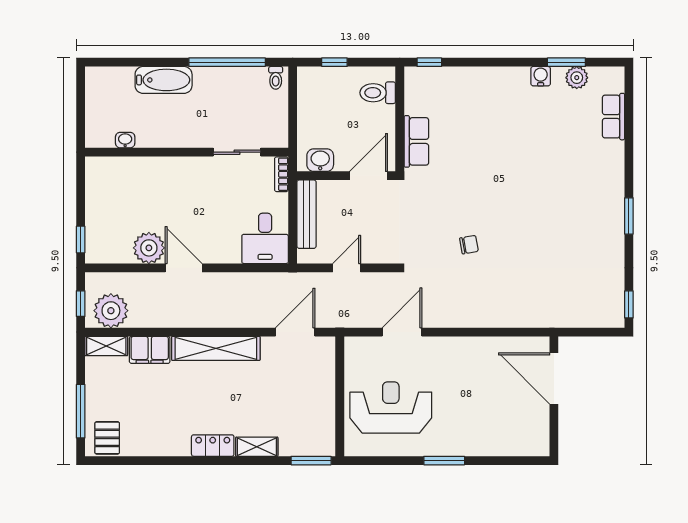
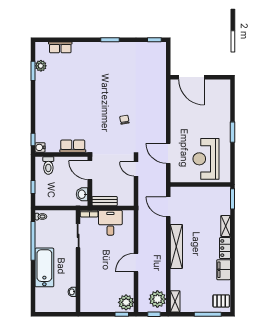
water cooler: (541, 76) -> (40, 147), moved
bathtub: (164, 80) -> (44, 267), width x1.36, depth x1.36
bench: (307, 214) -> (105, 201), width x0.73
desk: (265, 238) -> (110, 223), moved, turned -90
plant: (149, 248) -> (126, 302), moved
door: (347, 268) -> (136, 169), moved
filing cabinet: (150, 350) -> (224, 270), moved, turned 180
door: (554, 378) -> (191, 77), hinge flipped

